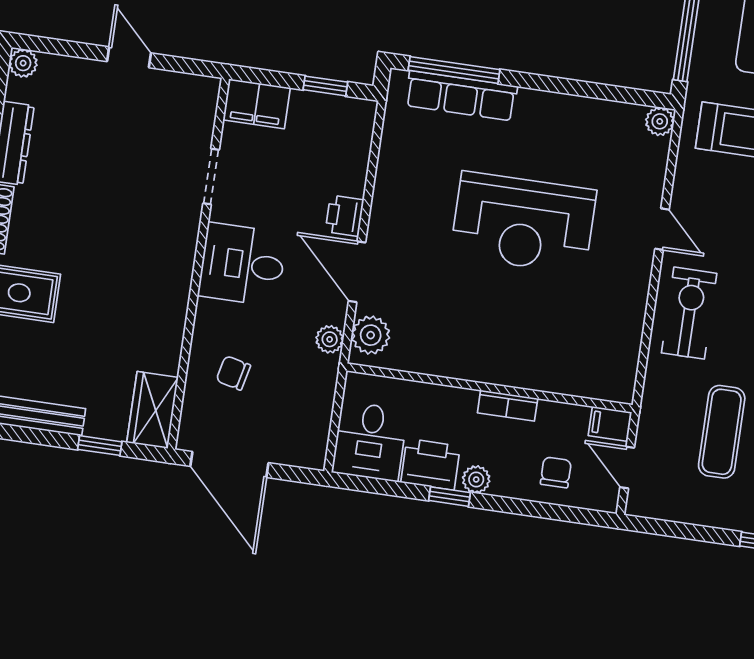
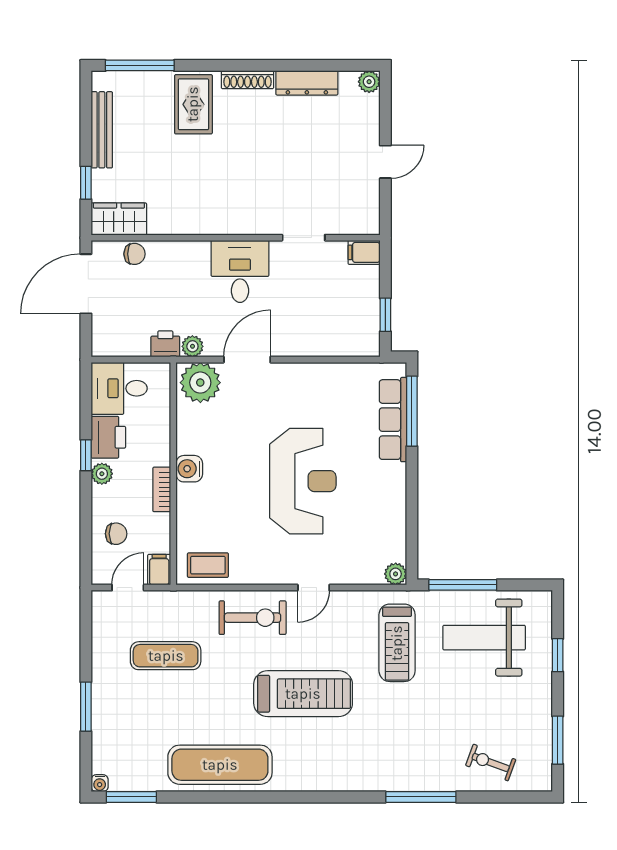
filing cabinet: (257, 104) -> (364, 252), width x0.50
printer: (345, 216) -> (165, 344), moved
reception desk: (523, 223) -> (303, 481), turned 180
plant: (371, 335) -> (200, 383), width x1.36, depth x1.36
coffee table: (613, 361) -> (208, 565), added
water cooler: (486, 366) -> (189, 469), added
chair: (233, 373) -> (134, 254), moved, turned 77

